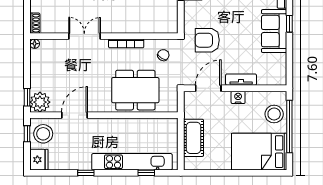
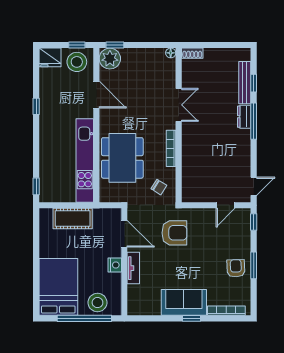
armchair: (207, 40) -> (174, 233), turned 90
kitchen unit: (132, 162) -> (85, 160), moved, turned 180
window: (146, 173) -> (36, 186), moved

